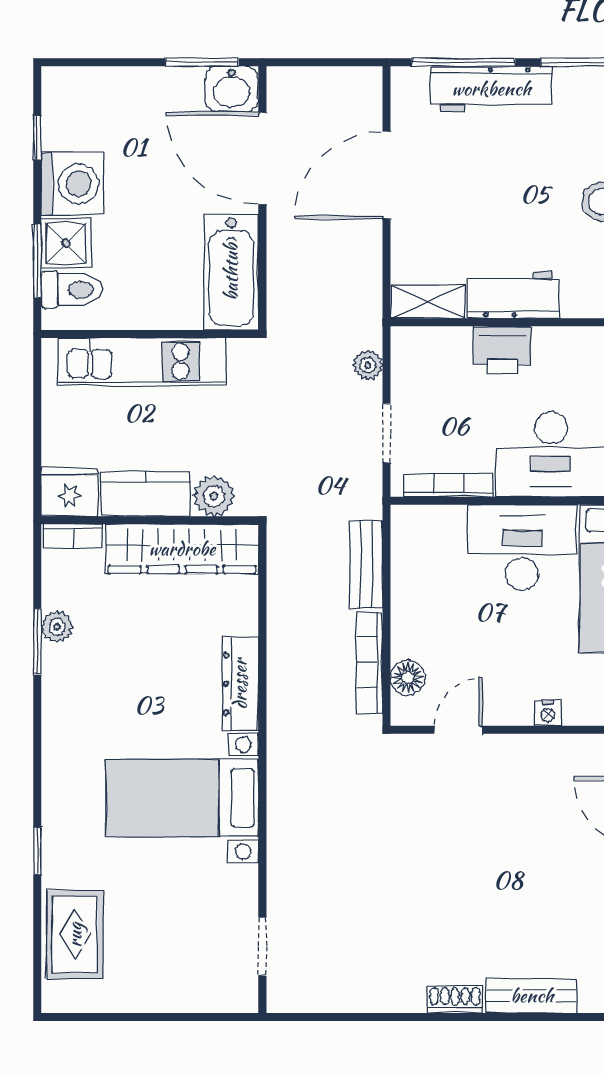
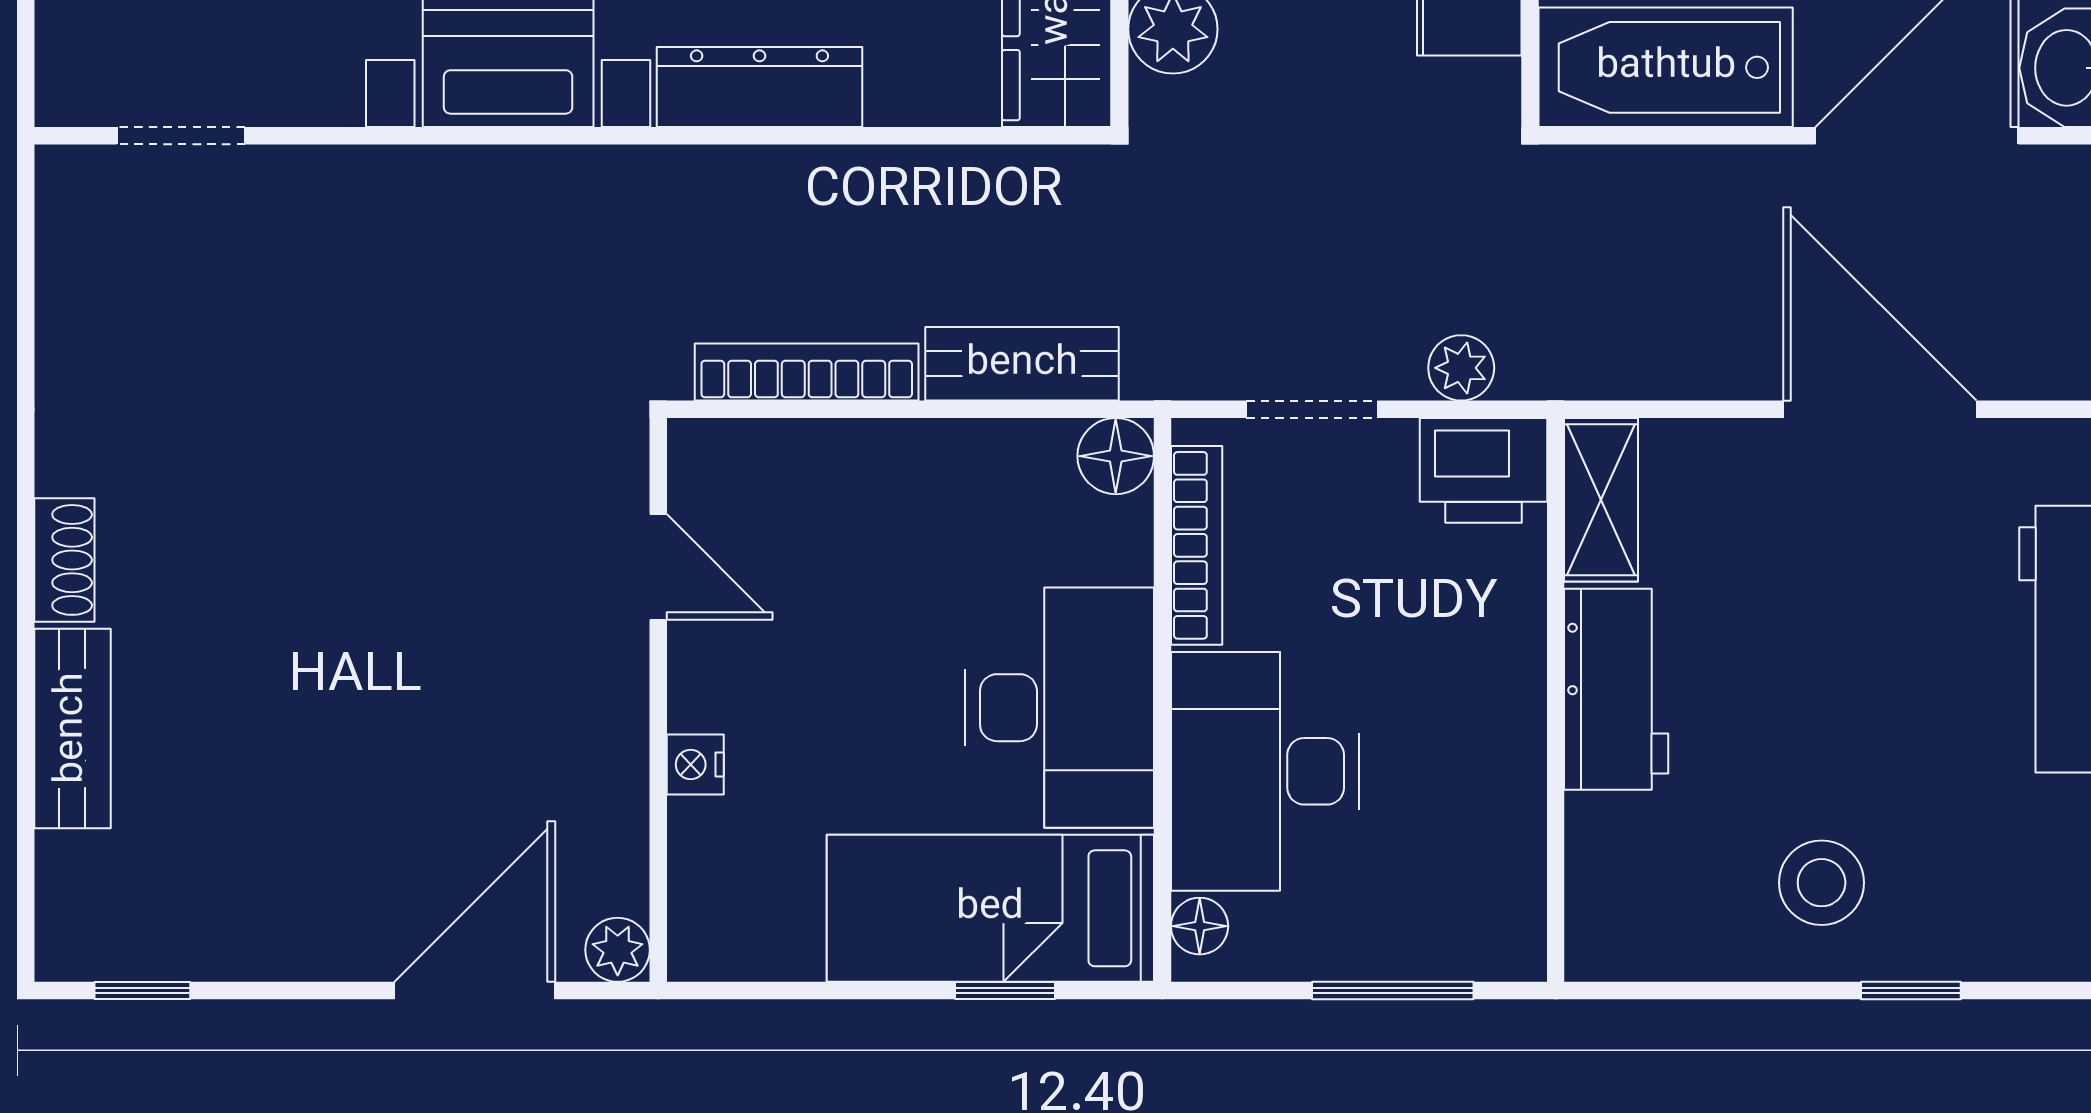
printer: (502, 350) -> (1484, 470), moved, turned -90
floor lamp: (408, 678) -> (1116, 456), moved

